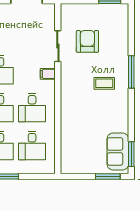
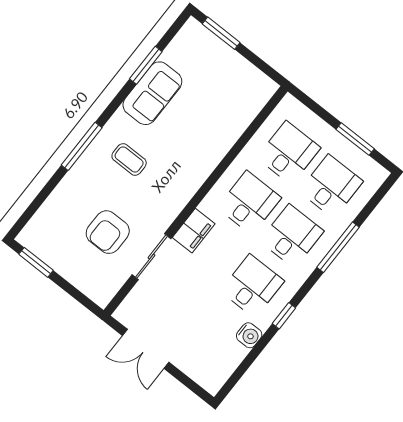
filing cabinet: (48, 74) -> (194, 231), width x2.00
sofa: (118, 151) -> (152, 93), moved
window: (131, 154) -> (146, 65), moved

